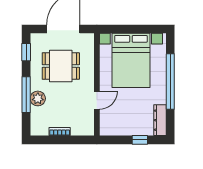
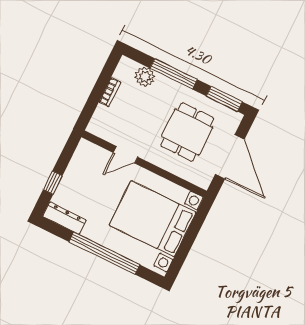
window: (26, 52) -> (224, 99), width x1.50
plant: (38, 98) -> (145, 77), moved
door: (97, 100) -> (126, 155), hinge flipped

